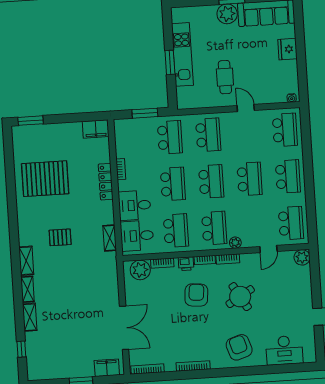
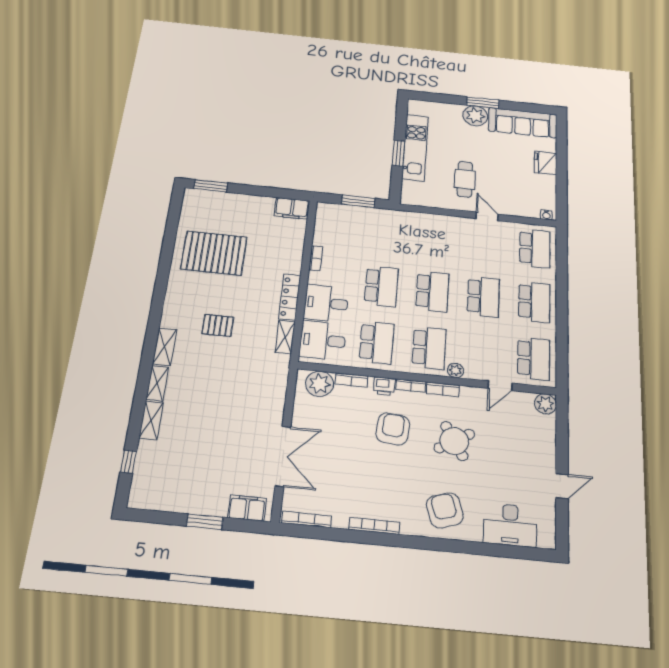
school desk: (208, 135) -> (436, 238), removed
school desk: (170, 137) -> (386, 233), removed
locker: (106, 182) -> (290, 297), moved

